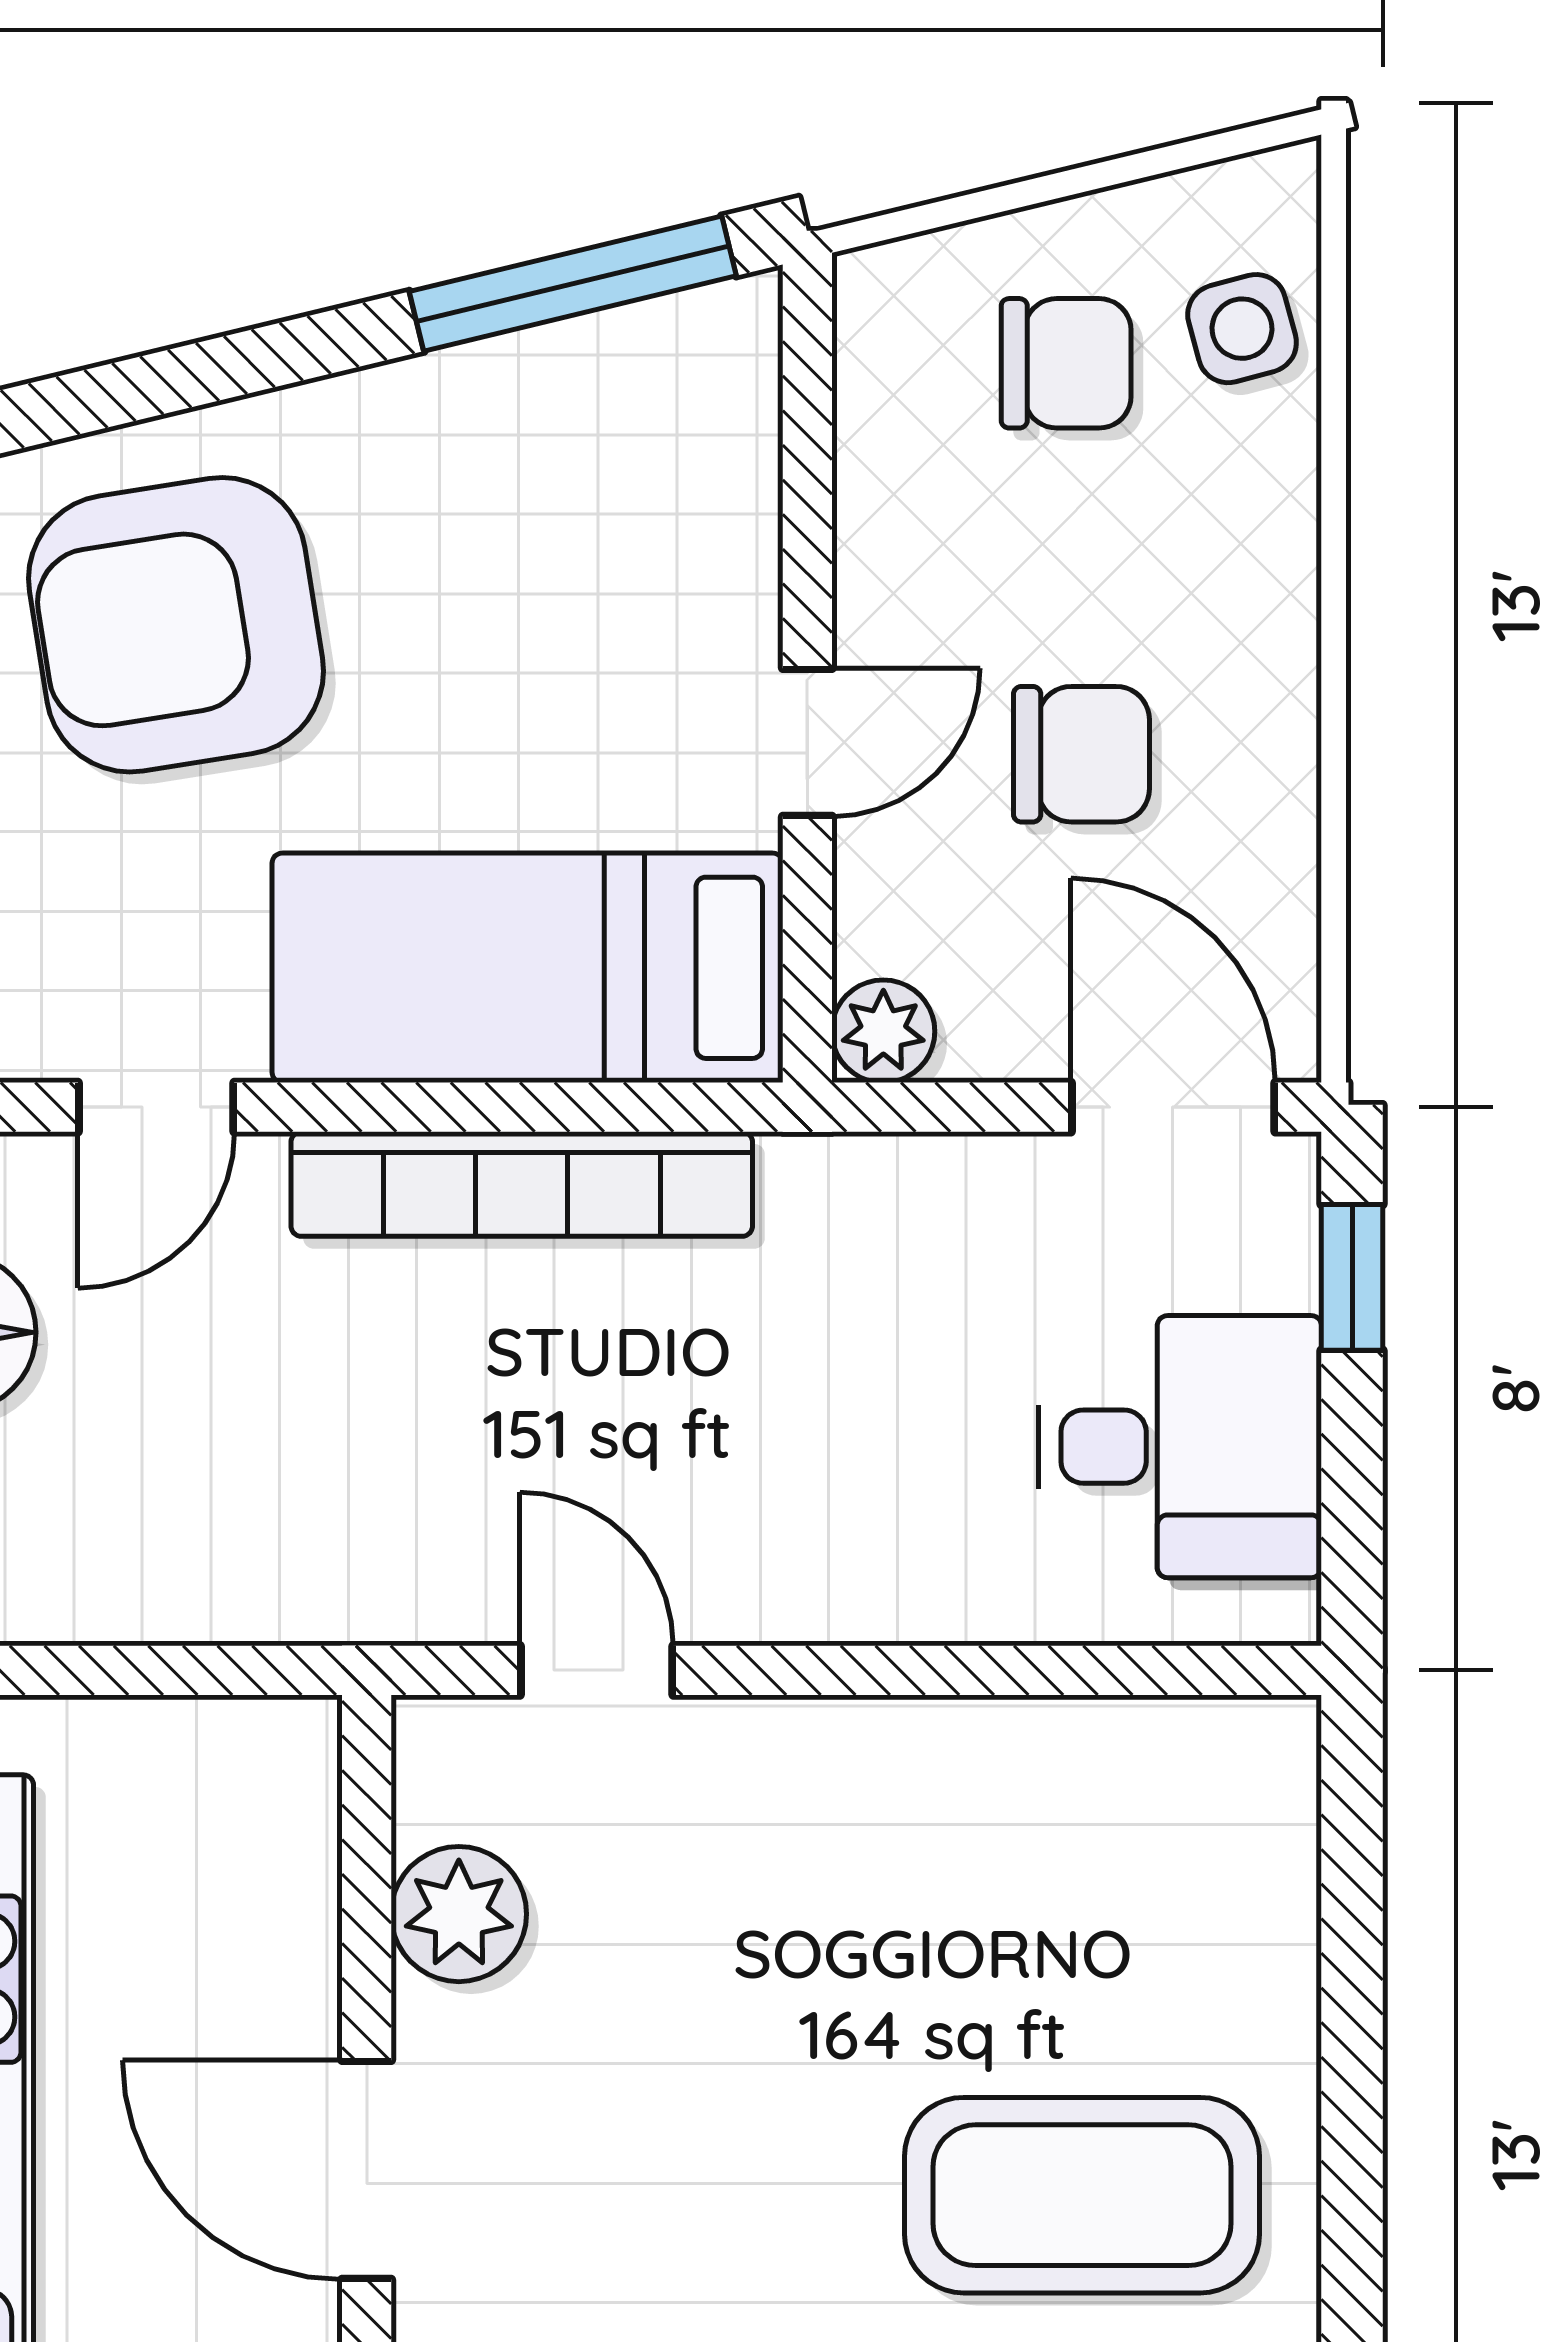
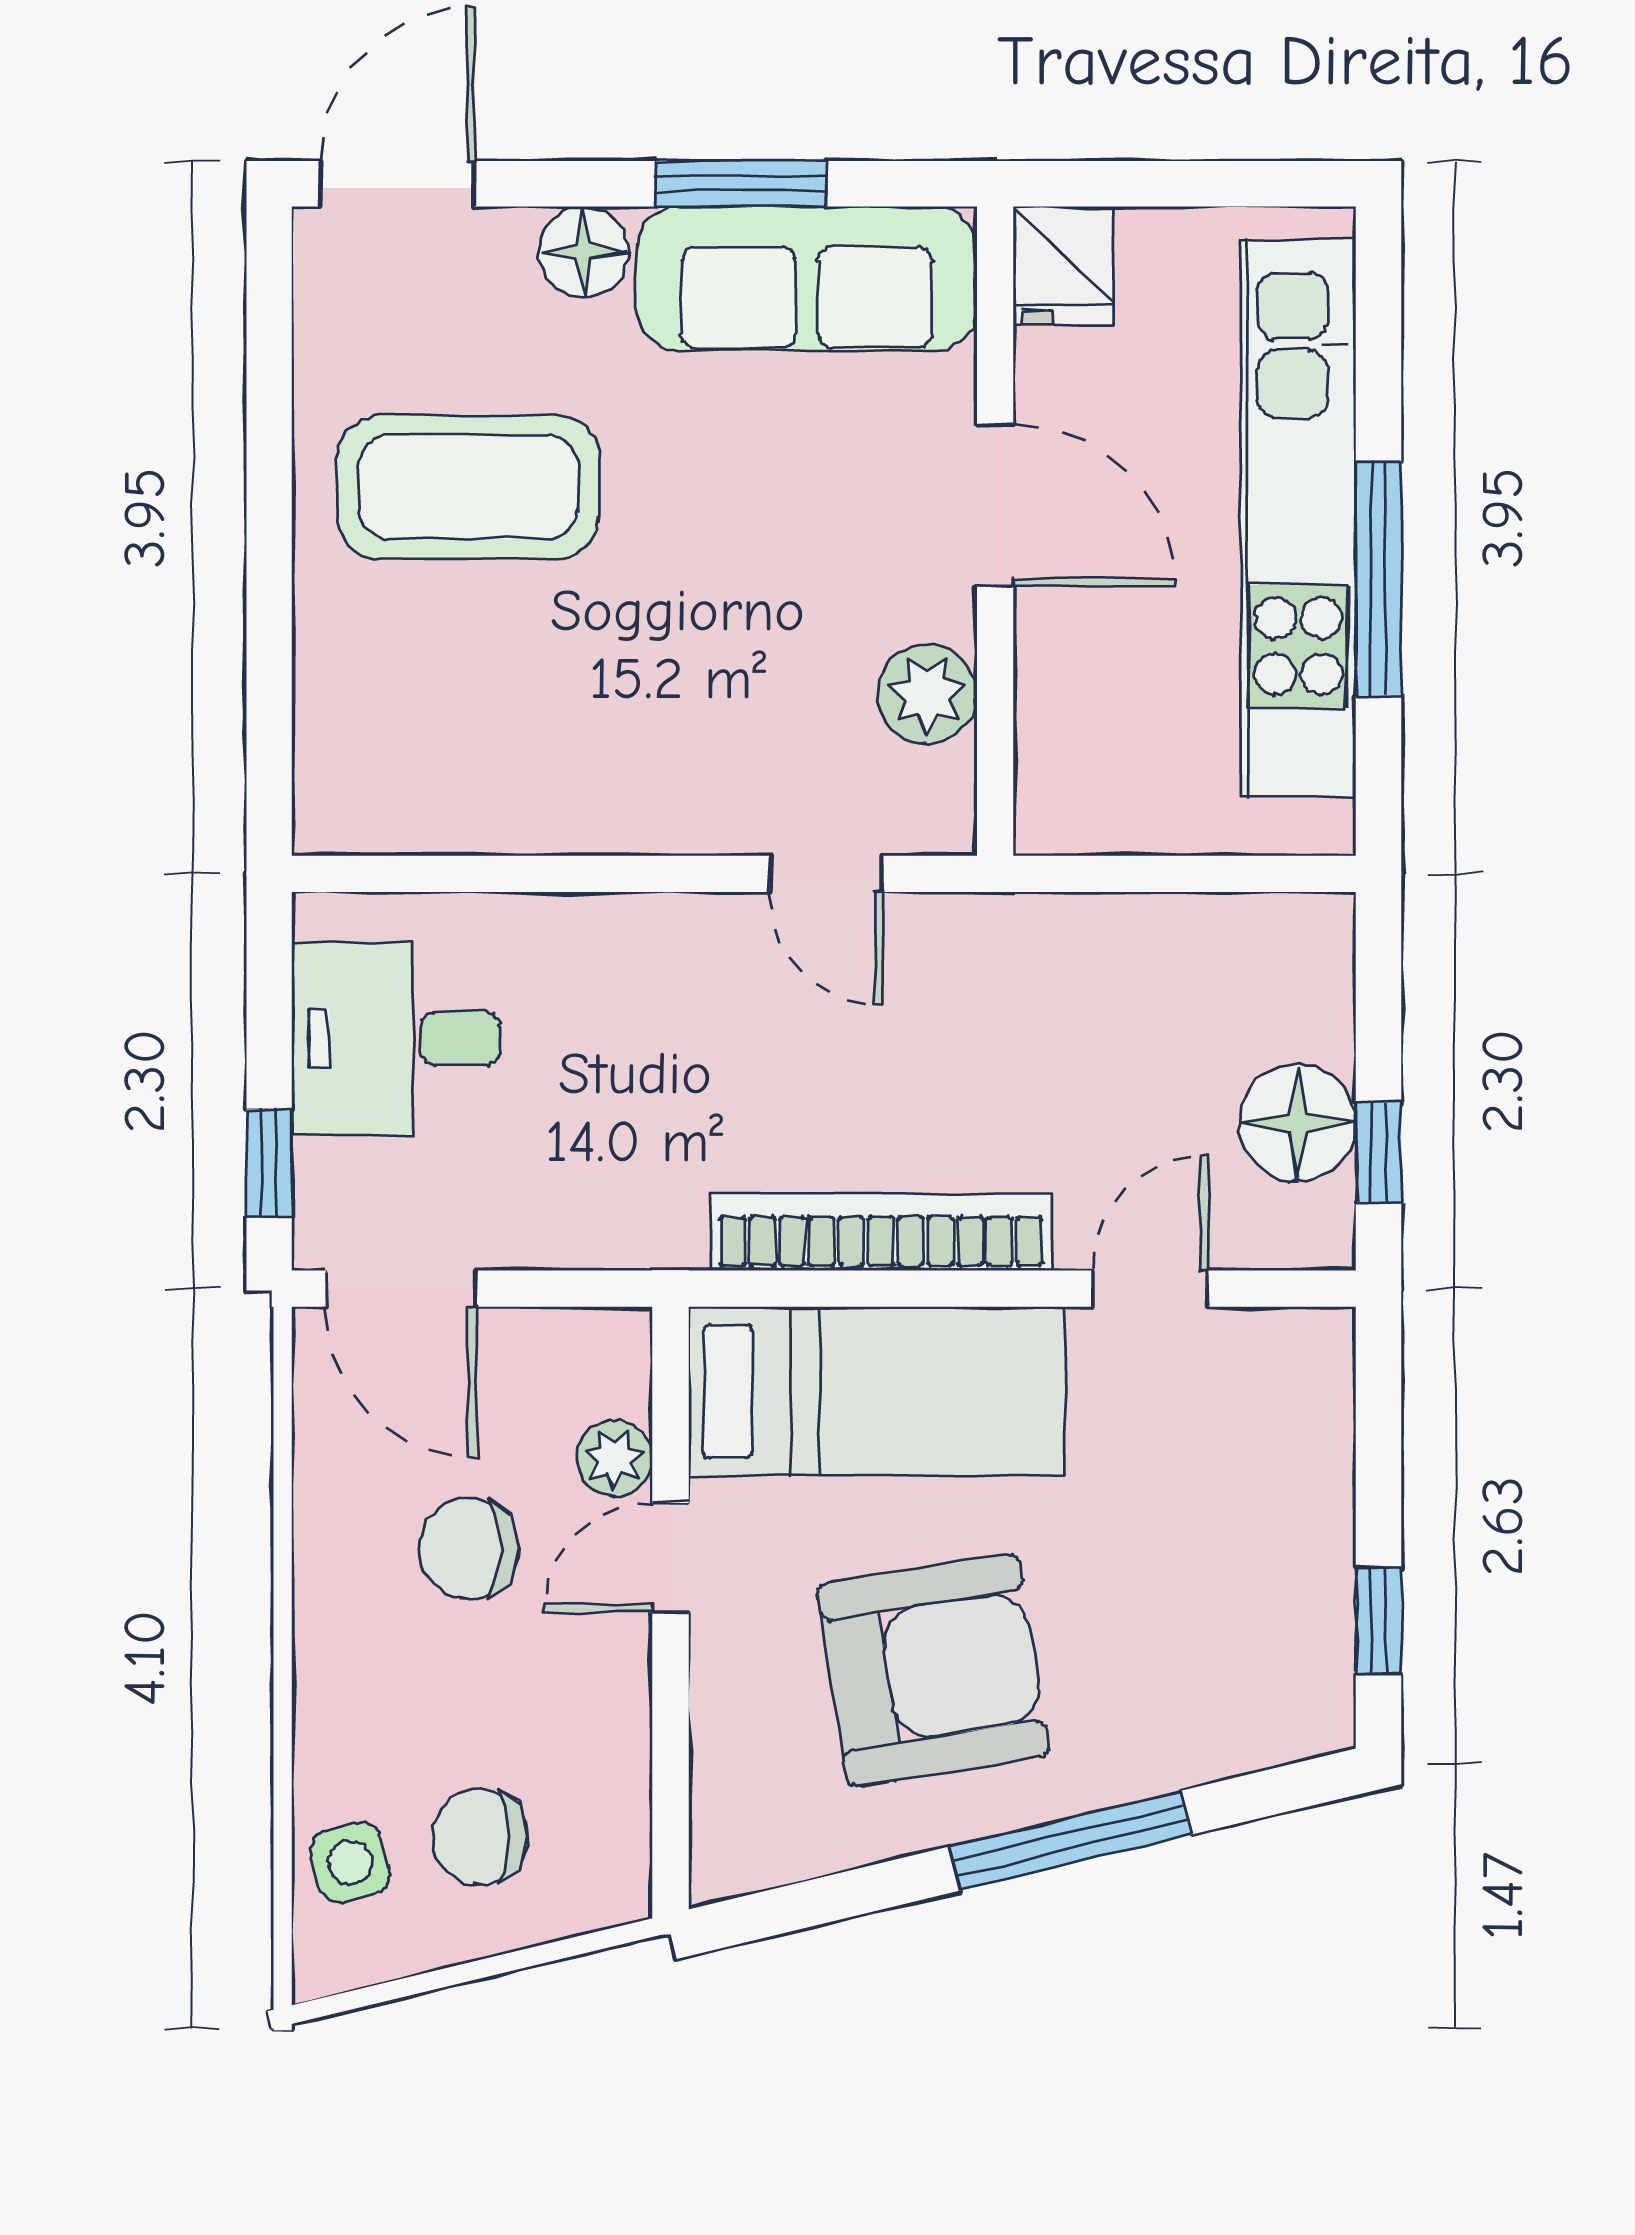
window: (573, 284) -> (1071, 1841), moved
armchair: (176, 625) -> (933, 1671), moved
plant: (883, 1031) -> (615, 1459), moved

